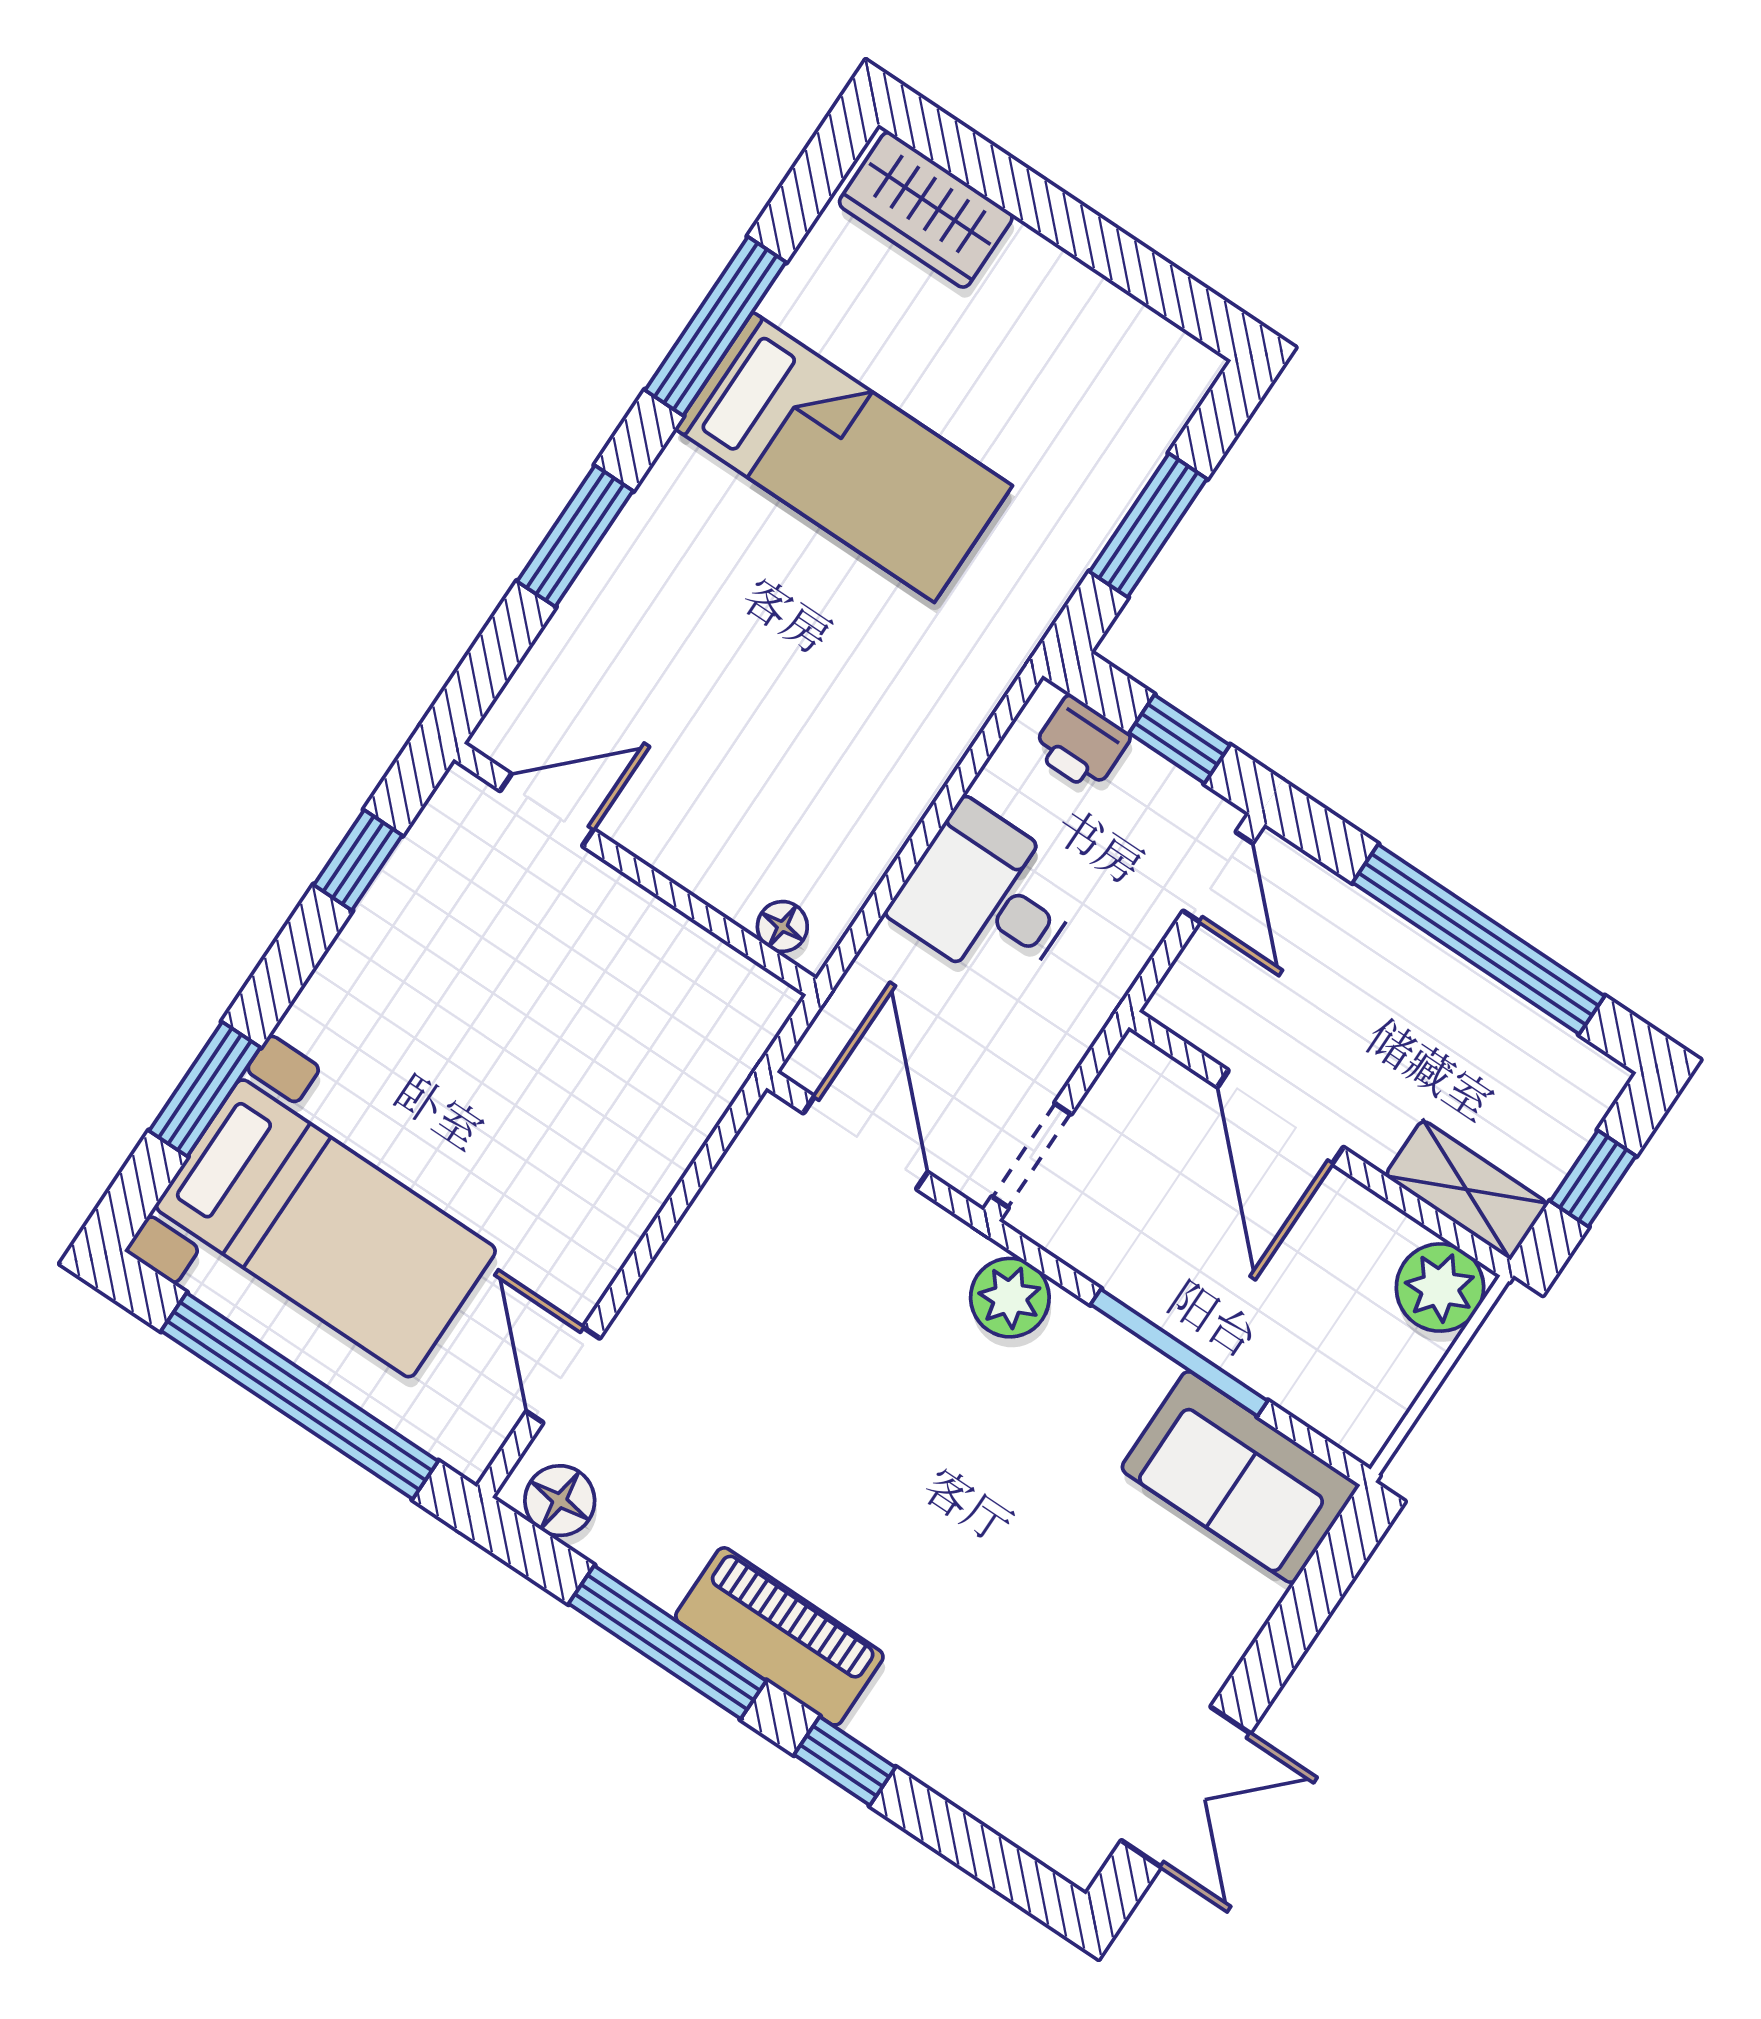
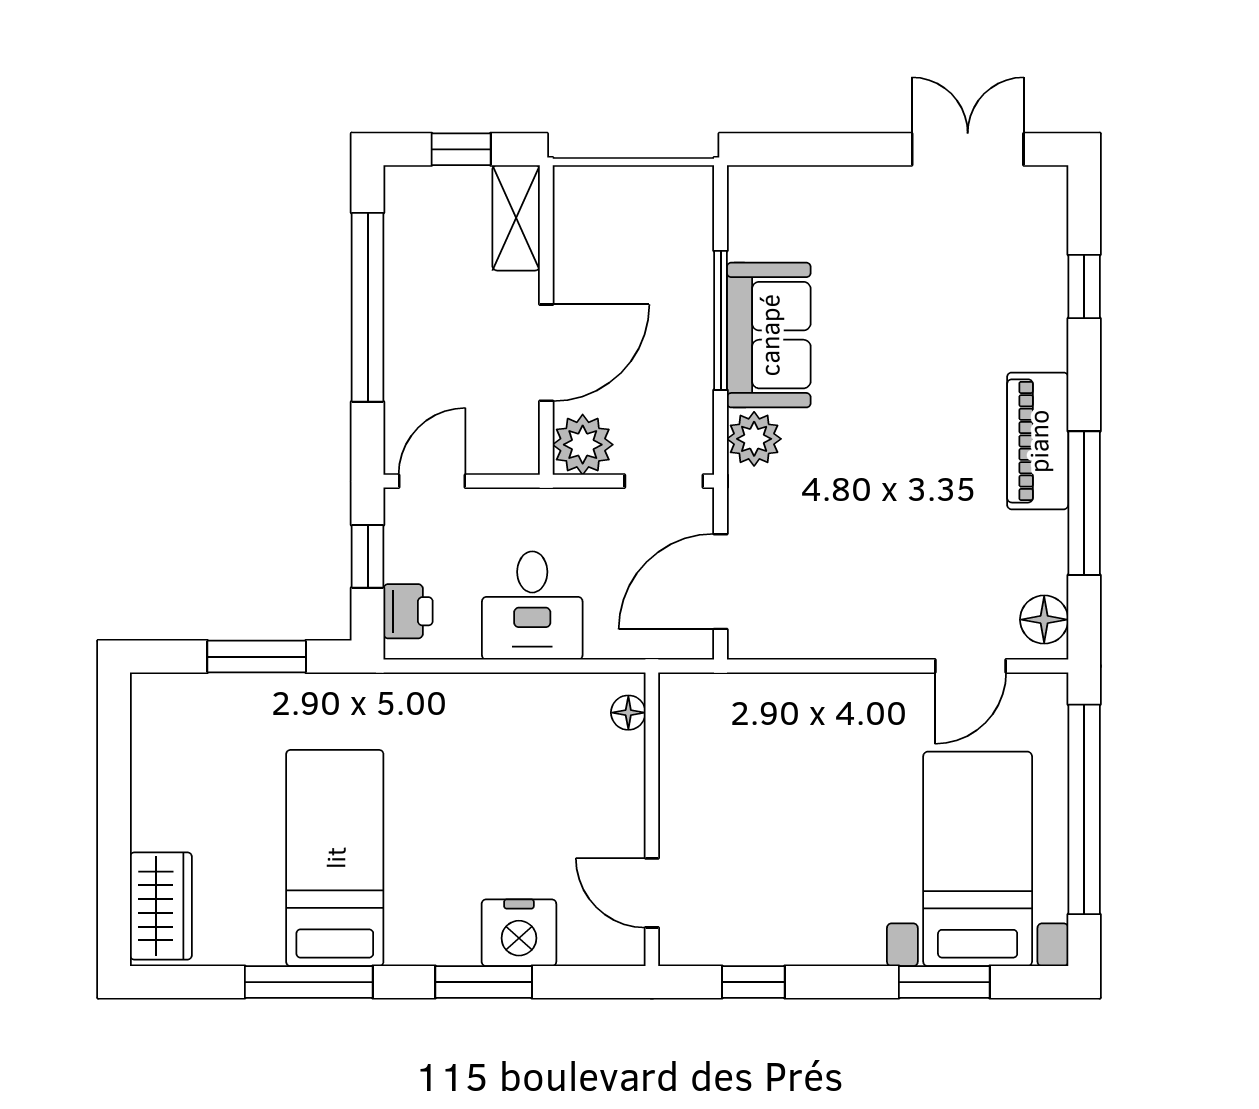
nightstand: (606, 618) -> (519, 933), added
plant: (1440, 1288) -> (583, 445), moved
sofa: (1240, 1477) -> (769, 335), moved
window: (845, 1761) -> (1084, 287), moved

